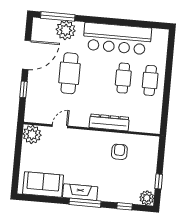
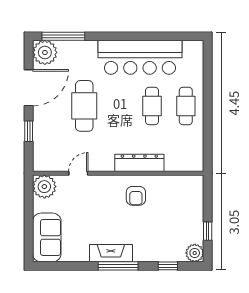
plant: (66, 30) -> (45, 52), moved
armchair: (119, 152) -> (136, 196), moved, turned 180
sofa: (43, 184) -> (47, 237), moved, turned 90

